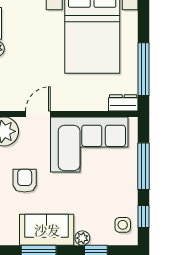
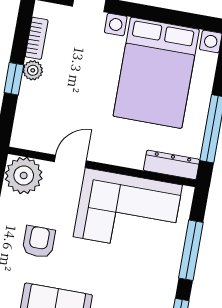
dresser: (123, 103) -> (172, 165), width x1.44

